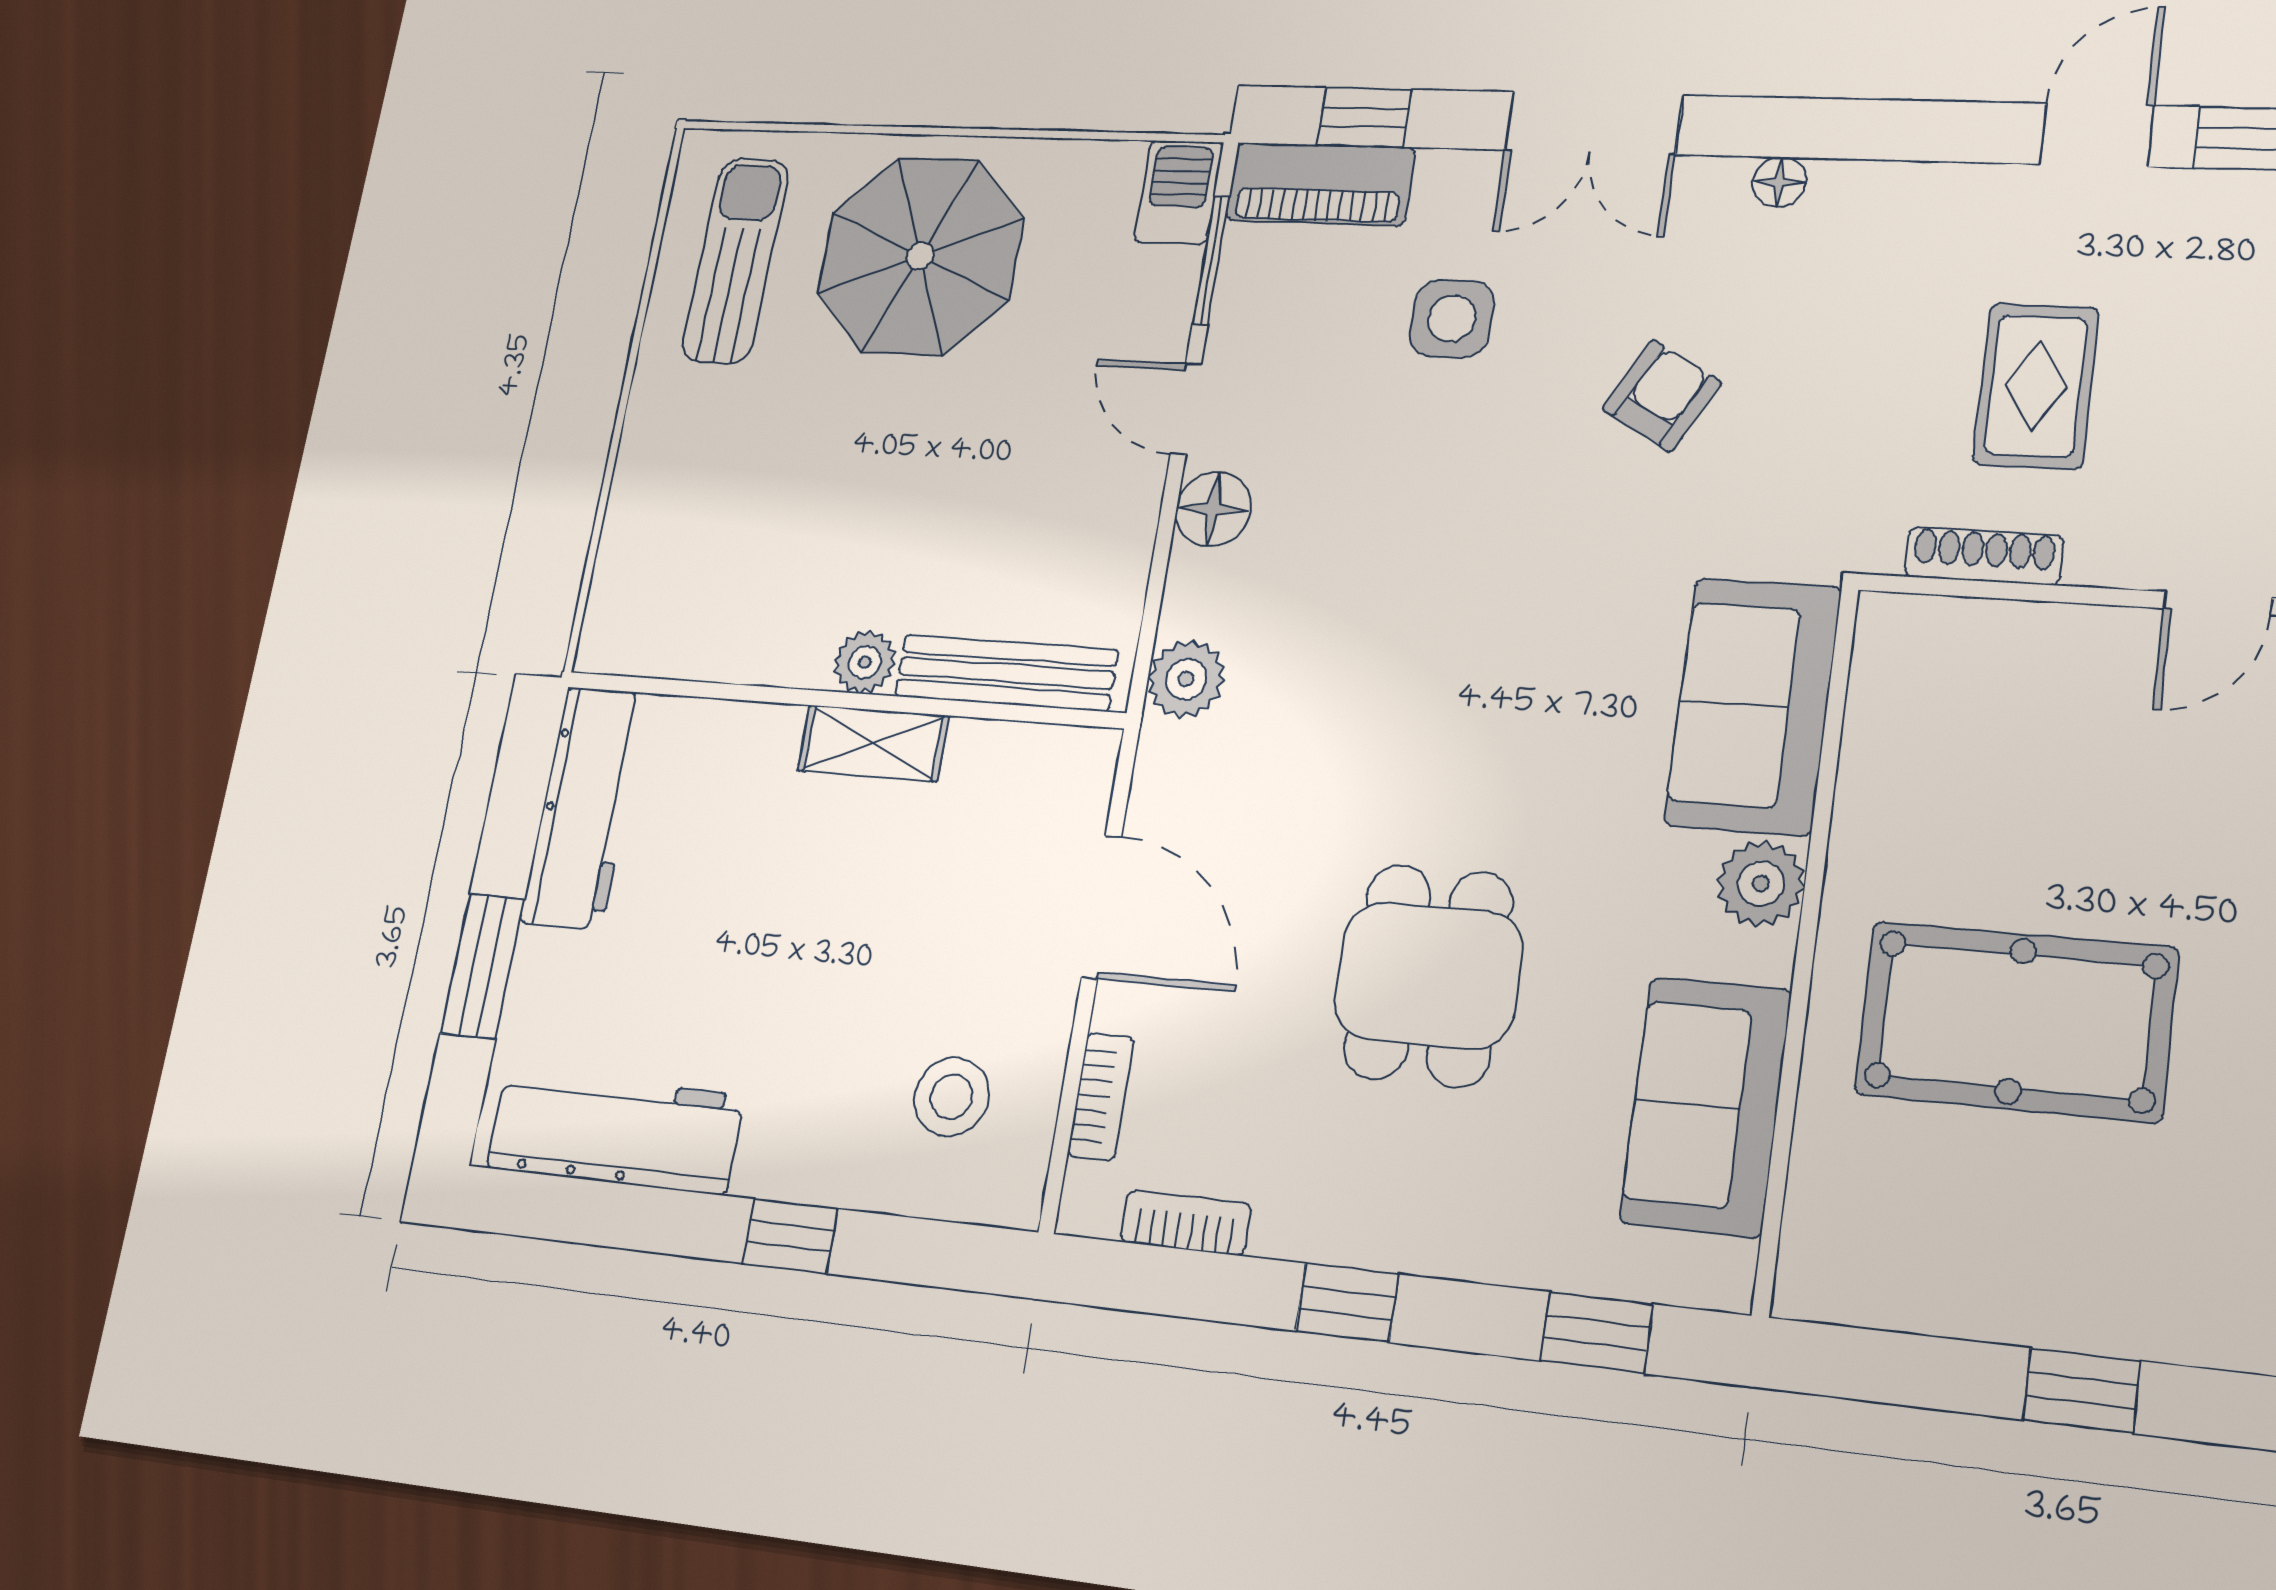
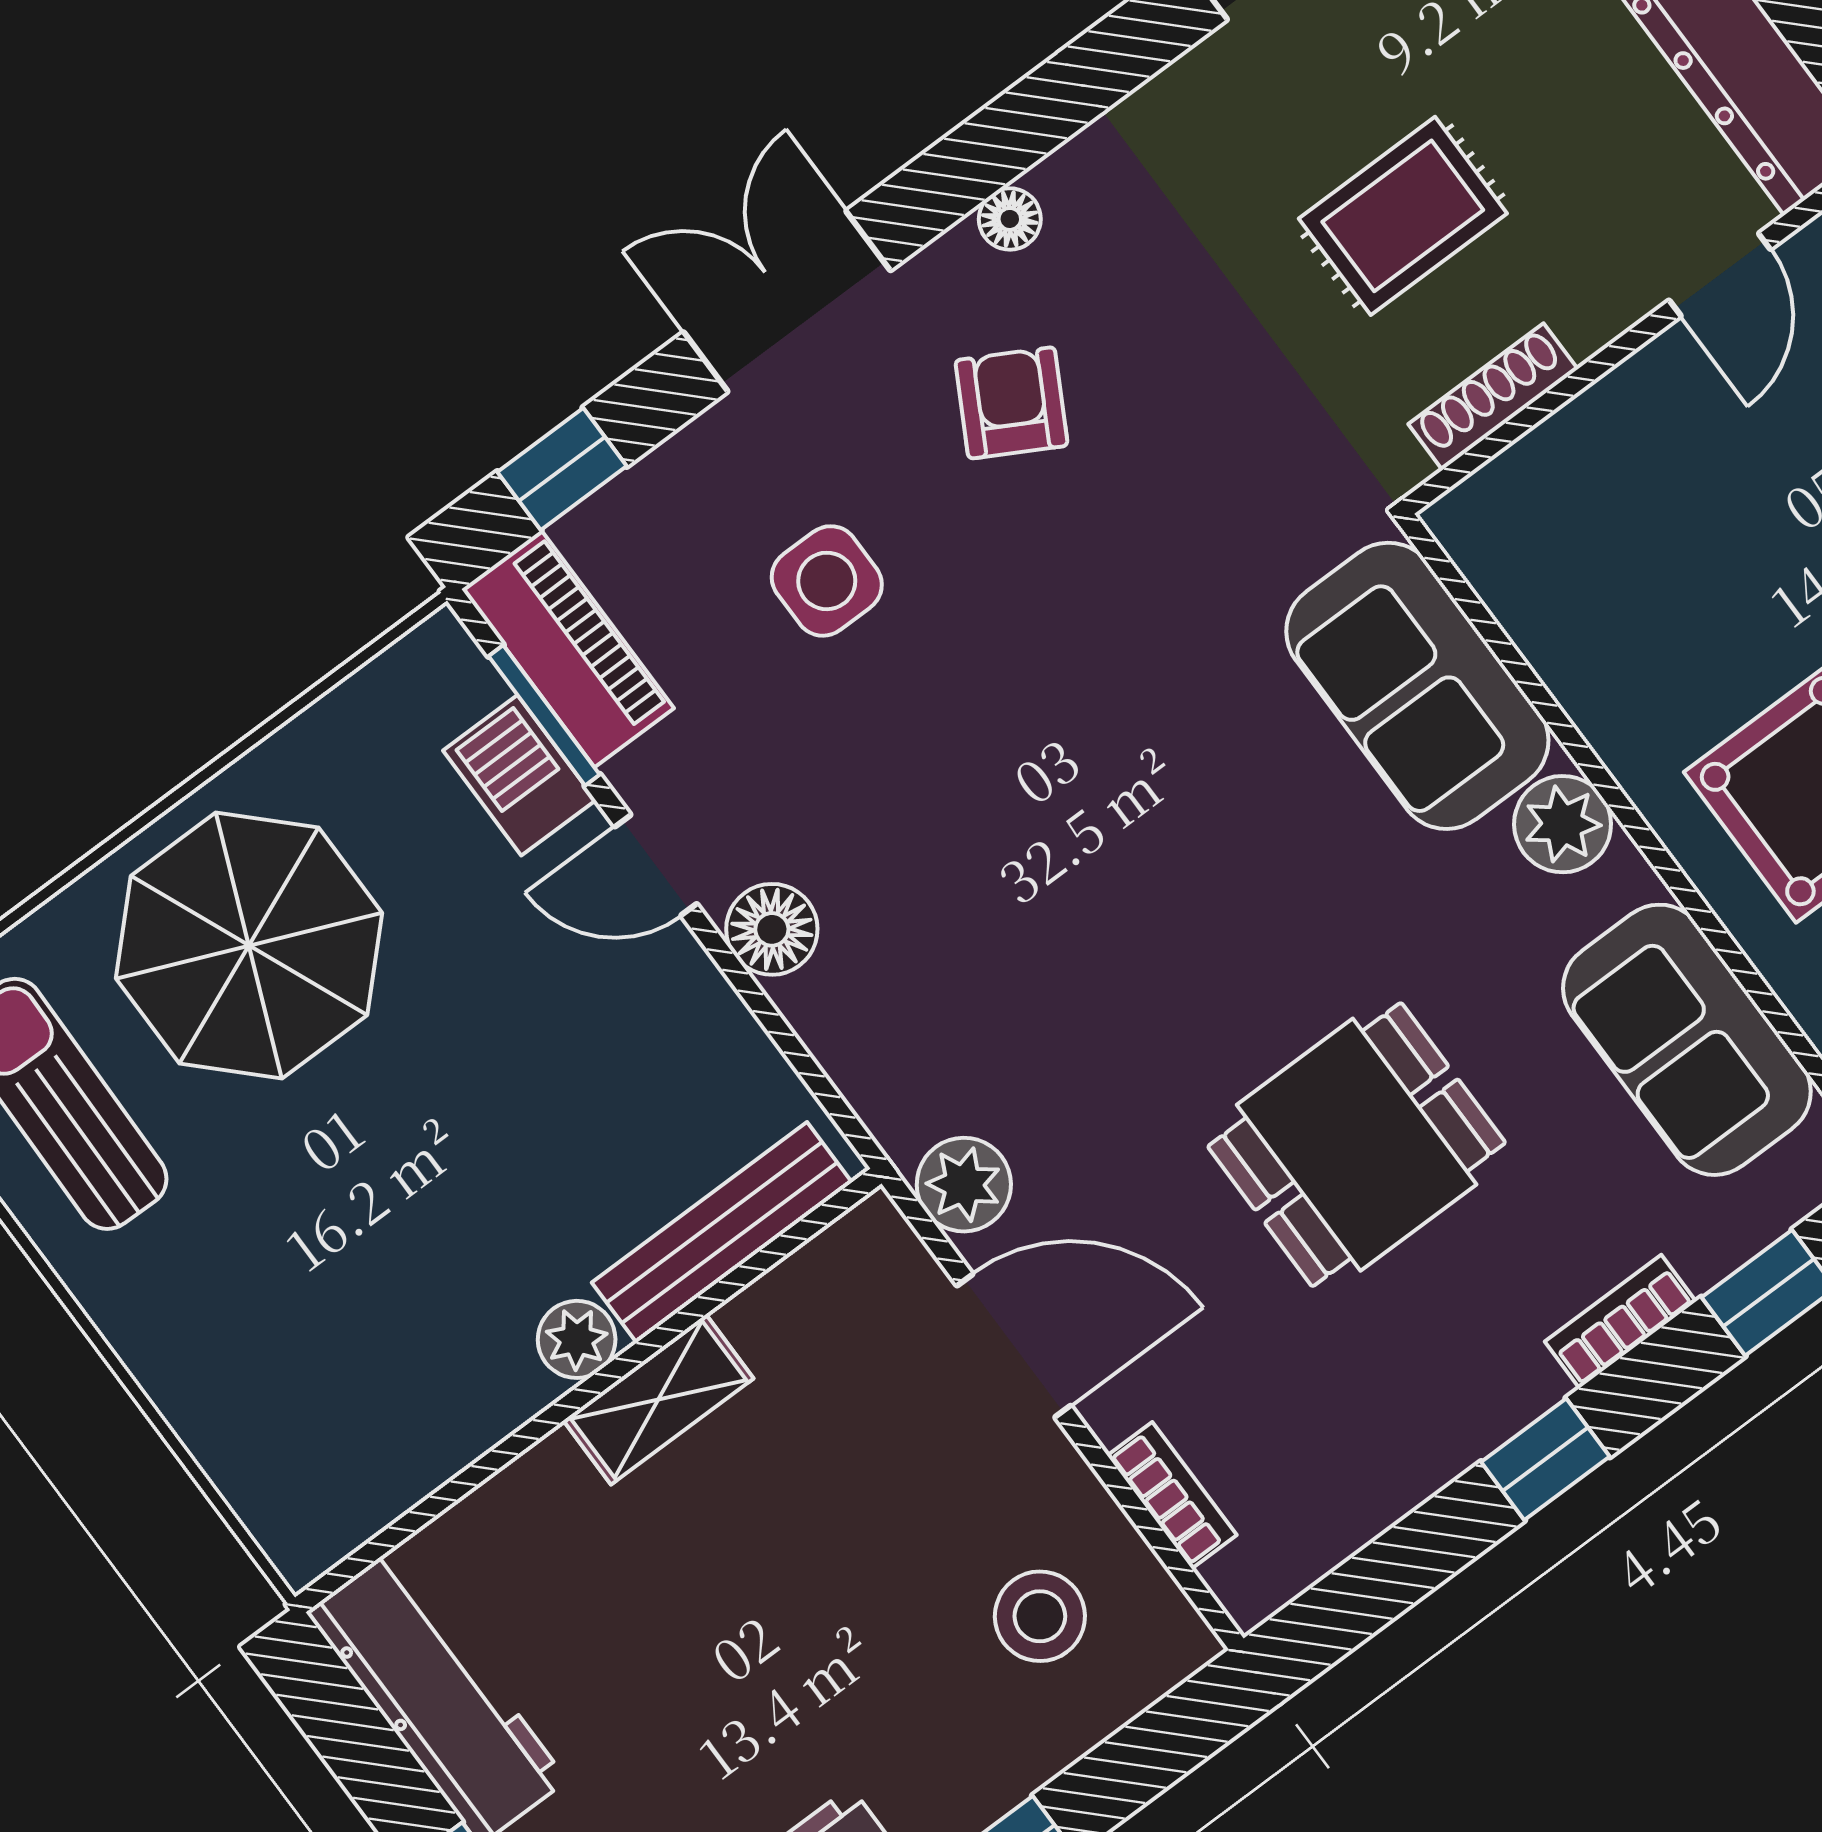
double door: (1594, 123) -> (787, 301), swing flipped
piano: (1320, 184) -> (568, 649), moved, turned -90
barbecue: (1179, 192) -> (519, 775), moved
rug: (2036, 386) -> (1403, 216), turned 90
armchair: (1661, 396) -> (1012, 403), moved
plant: (1186, 679) -> (964, 1185), moved
dining table: (1428, 975) -> (1357, 1145), turned 90
bookcase: (1186, 1223) -> (1620, 1322), moved

